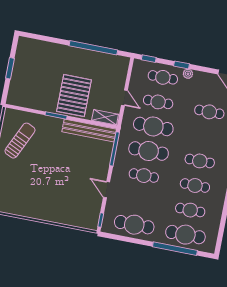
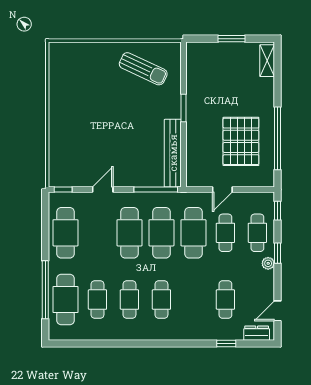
pallet: (74, 96) -> (241, 141), moved, turned 90
shelving: (105, 117) -> (267, 61), moved
cafe table: (144, 176) -> (129, 233), width x1.37, depth x1.35

